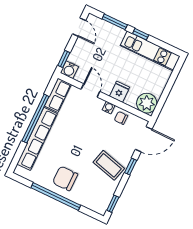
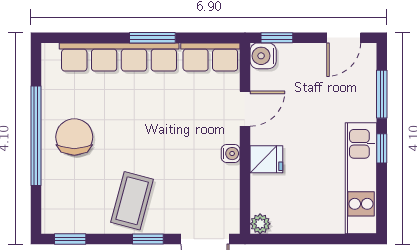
plant: (147, 103) -> (260, 224), width x0.53, depth x0.53
chair: (121, 118) -> (223, 183), removed
window: (35, 119) -> (152, 38), width x0.47

